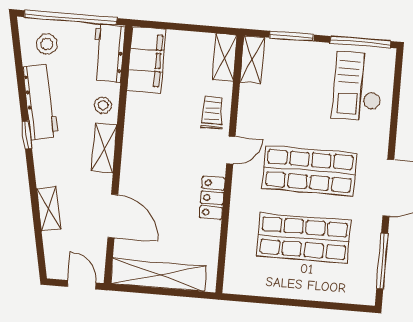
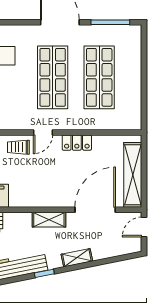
stool: (103, 105) -> (20, 223), removed
door: (231, 150) -> (43, 132), swing flipped
shelving: (48, 209) -> (77, 258), moved
door: (113, 216) -> (95, 210), width x1.36

